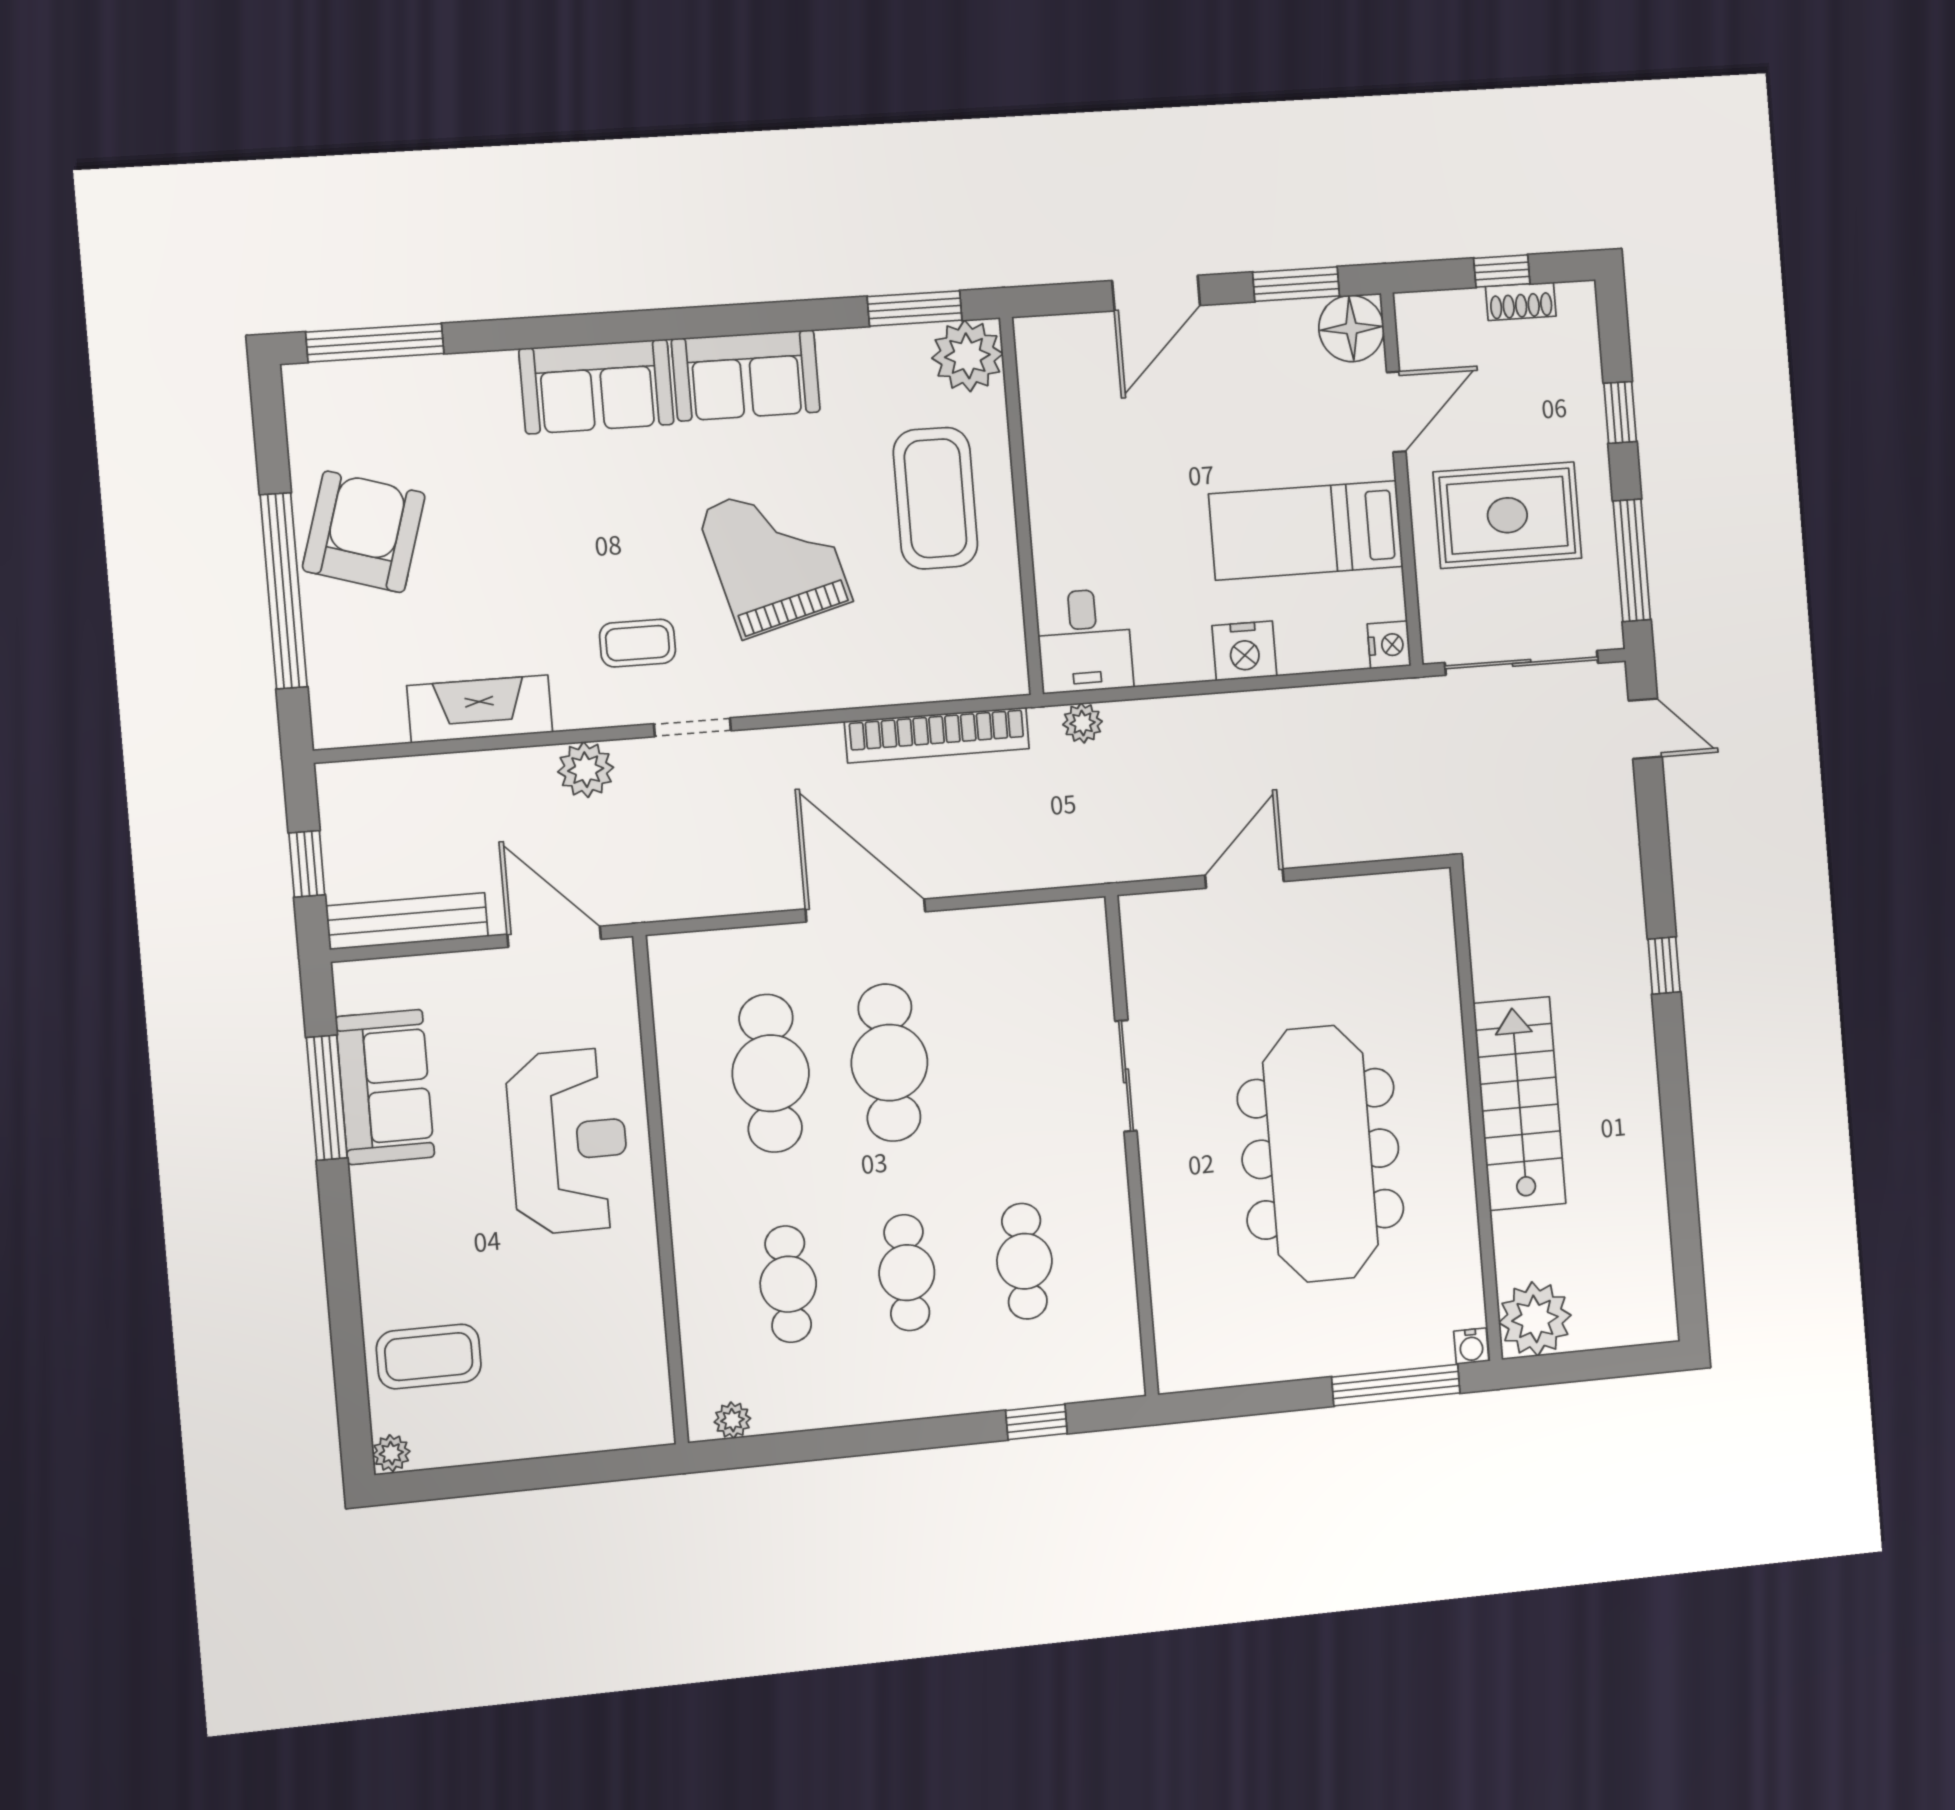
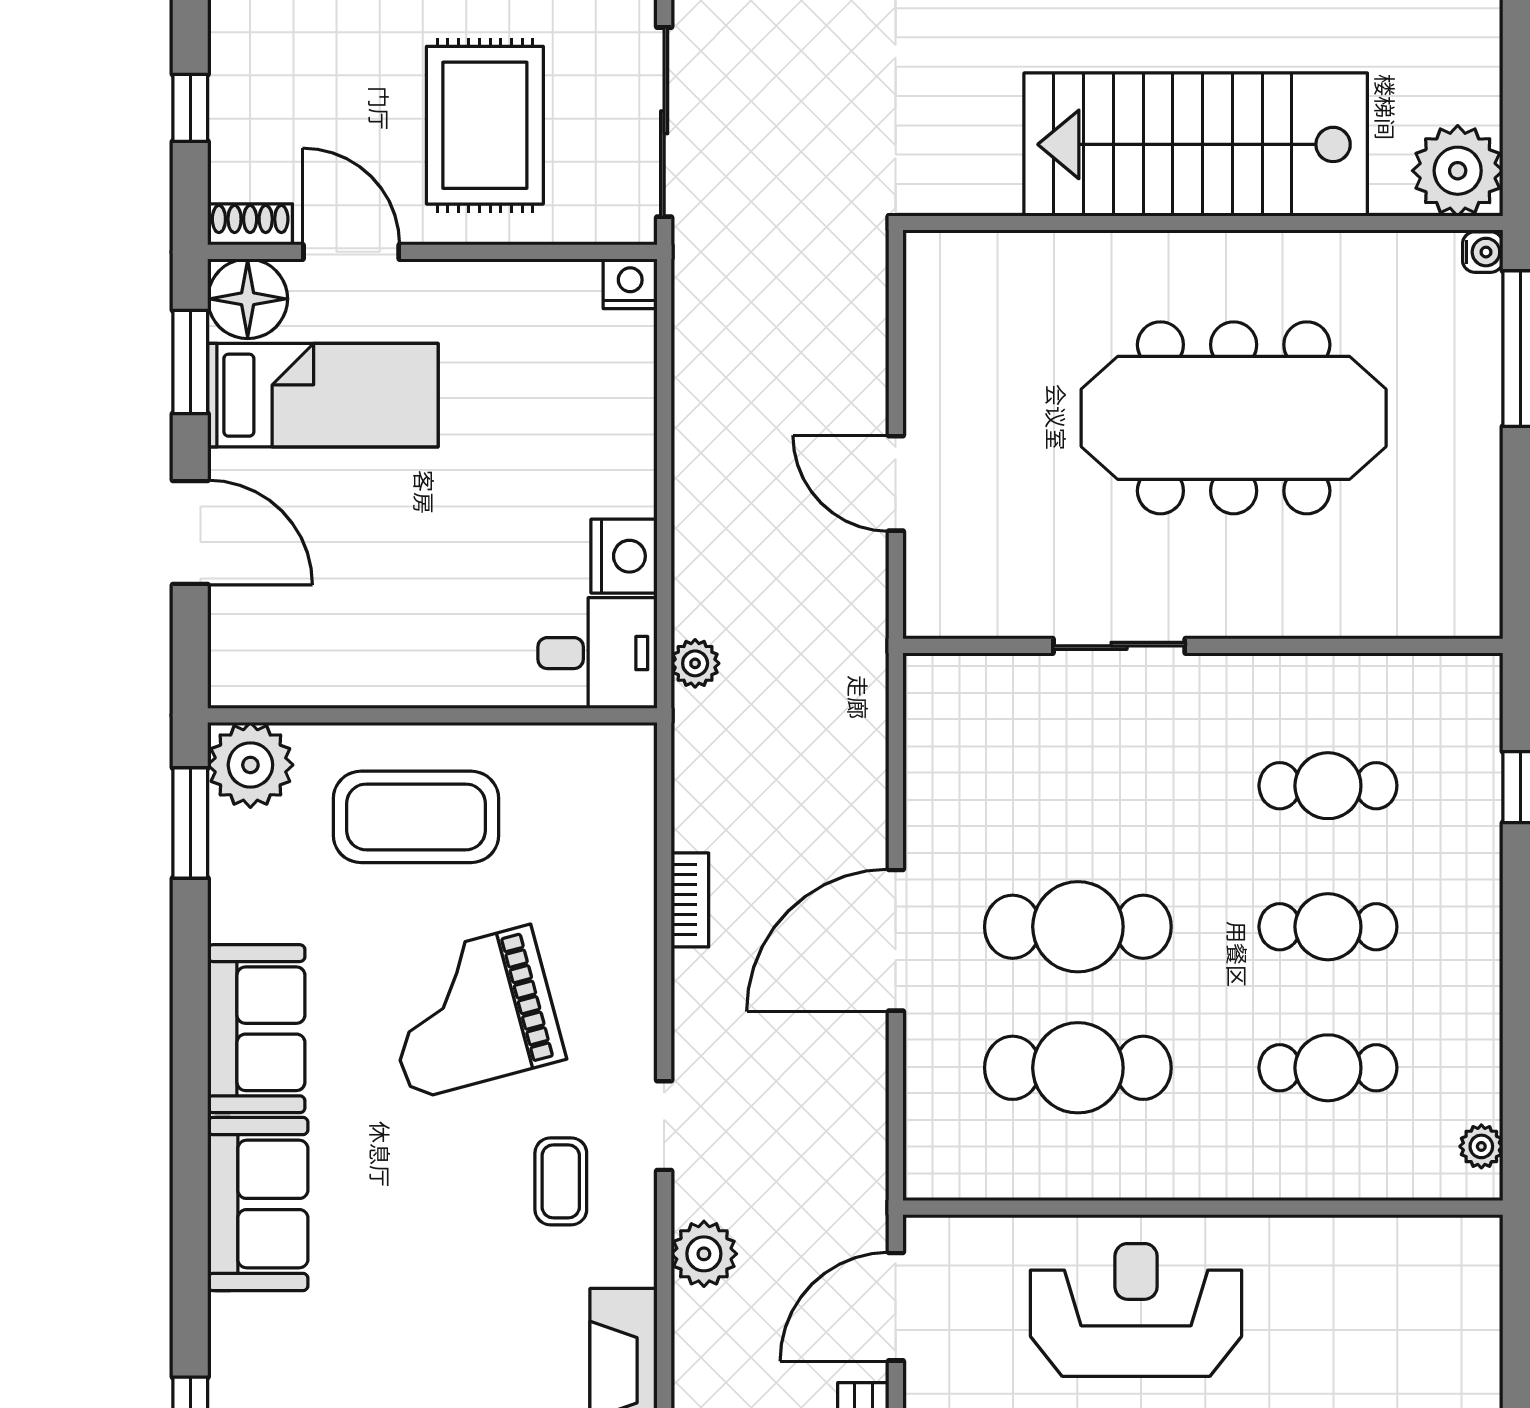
shoe rack: (1521, 301) -> (250, 224), moved, turned -90
bed: (1306, 530) -> (323, 395), moved, turned -90
nightstand: (1244, 651) -> (624, 556), moved
bookcase: (937, 735) -> (690, 900), width x0.43, depth x0.76
stairs: (1519, 1104) -> (1196, 144), width x1.36, depth x1.51

